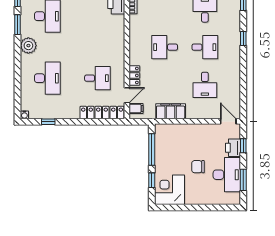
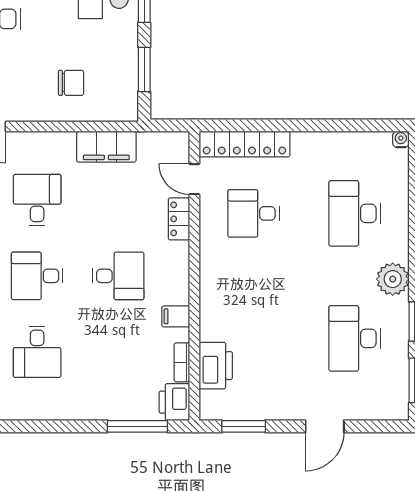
door: (127, 95) -> (194, 179), hinge flipped
filing cabinet: (136, 108) -> (176, 316), moved
window: (48, 122) -> (353, 125), removed
window: (152, 150) -> (144, 69), width x0.69
chair: (198, 167) -> (71, 83), moved

